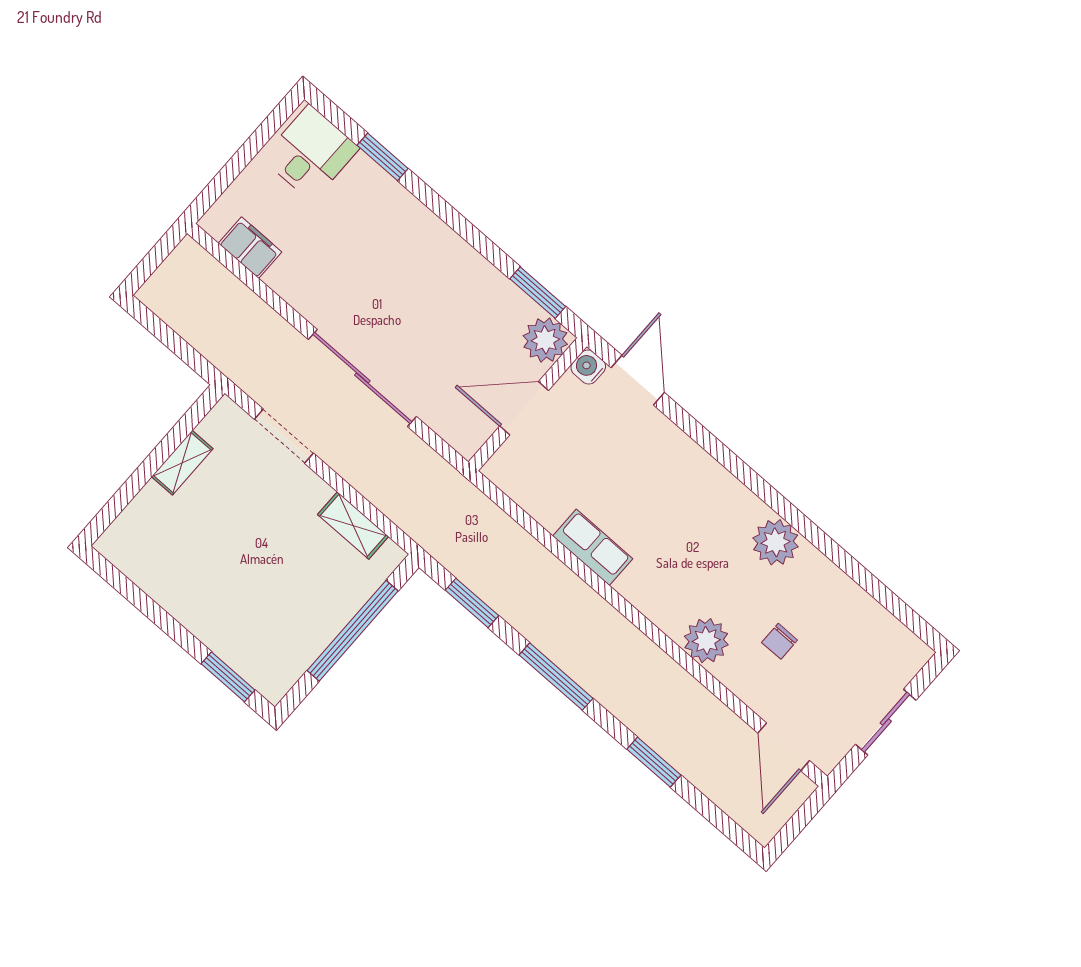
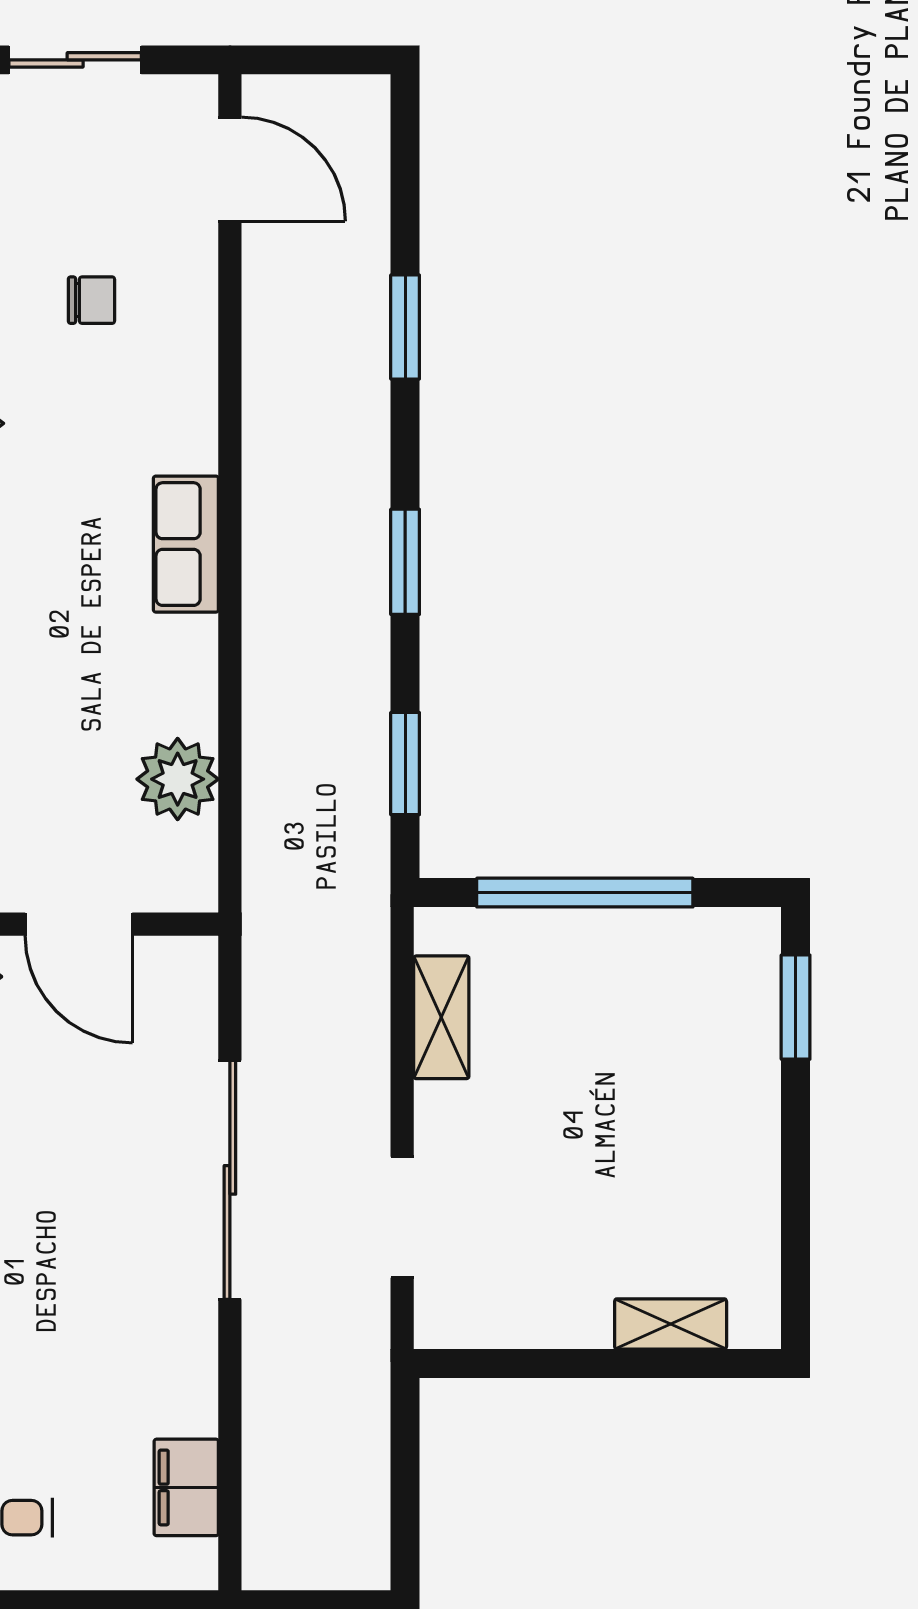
shelving: (182, 463) -> (671, 1324), moved
row of seats: (593, 547) -> (186, 544), moved
plant: (706, 641) -> (178, 779), moved
window: (556, 677) -> (405, 562), width x0.69
door: (784, 747) -> (230, 169), hinge flipped

